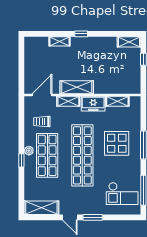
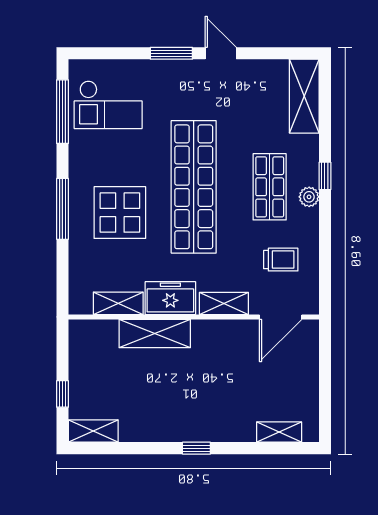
shelving: (60, 41) -> (279, 432), moved
shelving: (77, 87) -> (155, 333), moved
shop shelf: (47, 155) -> (270, 187), width x0.70, depth x0.74
checkout: (122, 193) -> (108, 105), turned 180
shelving: (41, 208) -> (304, 96), moved, turned 90

